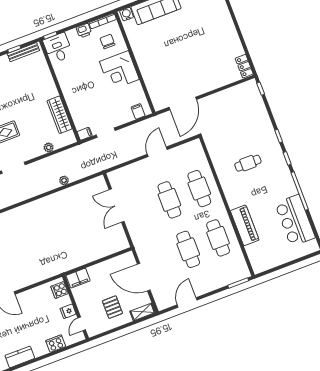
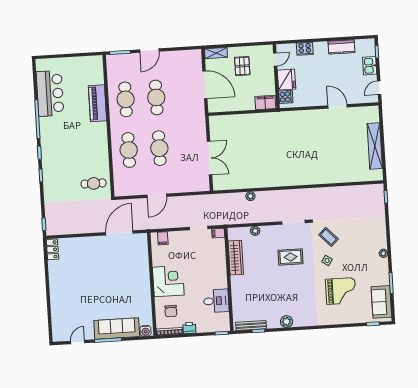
desk: (58, 48) -> (216, 301), moved, turned -90
cafe table: (248, 163) -> (94, 183), moved
door: (187, 302) -> (149, 50), moved
fridge: (68, 311) -> (287, 80), width x1.88, depth x1.34

